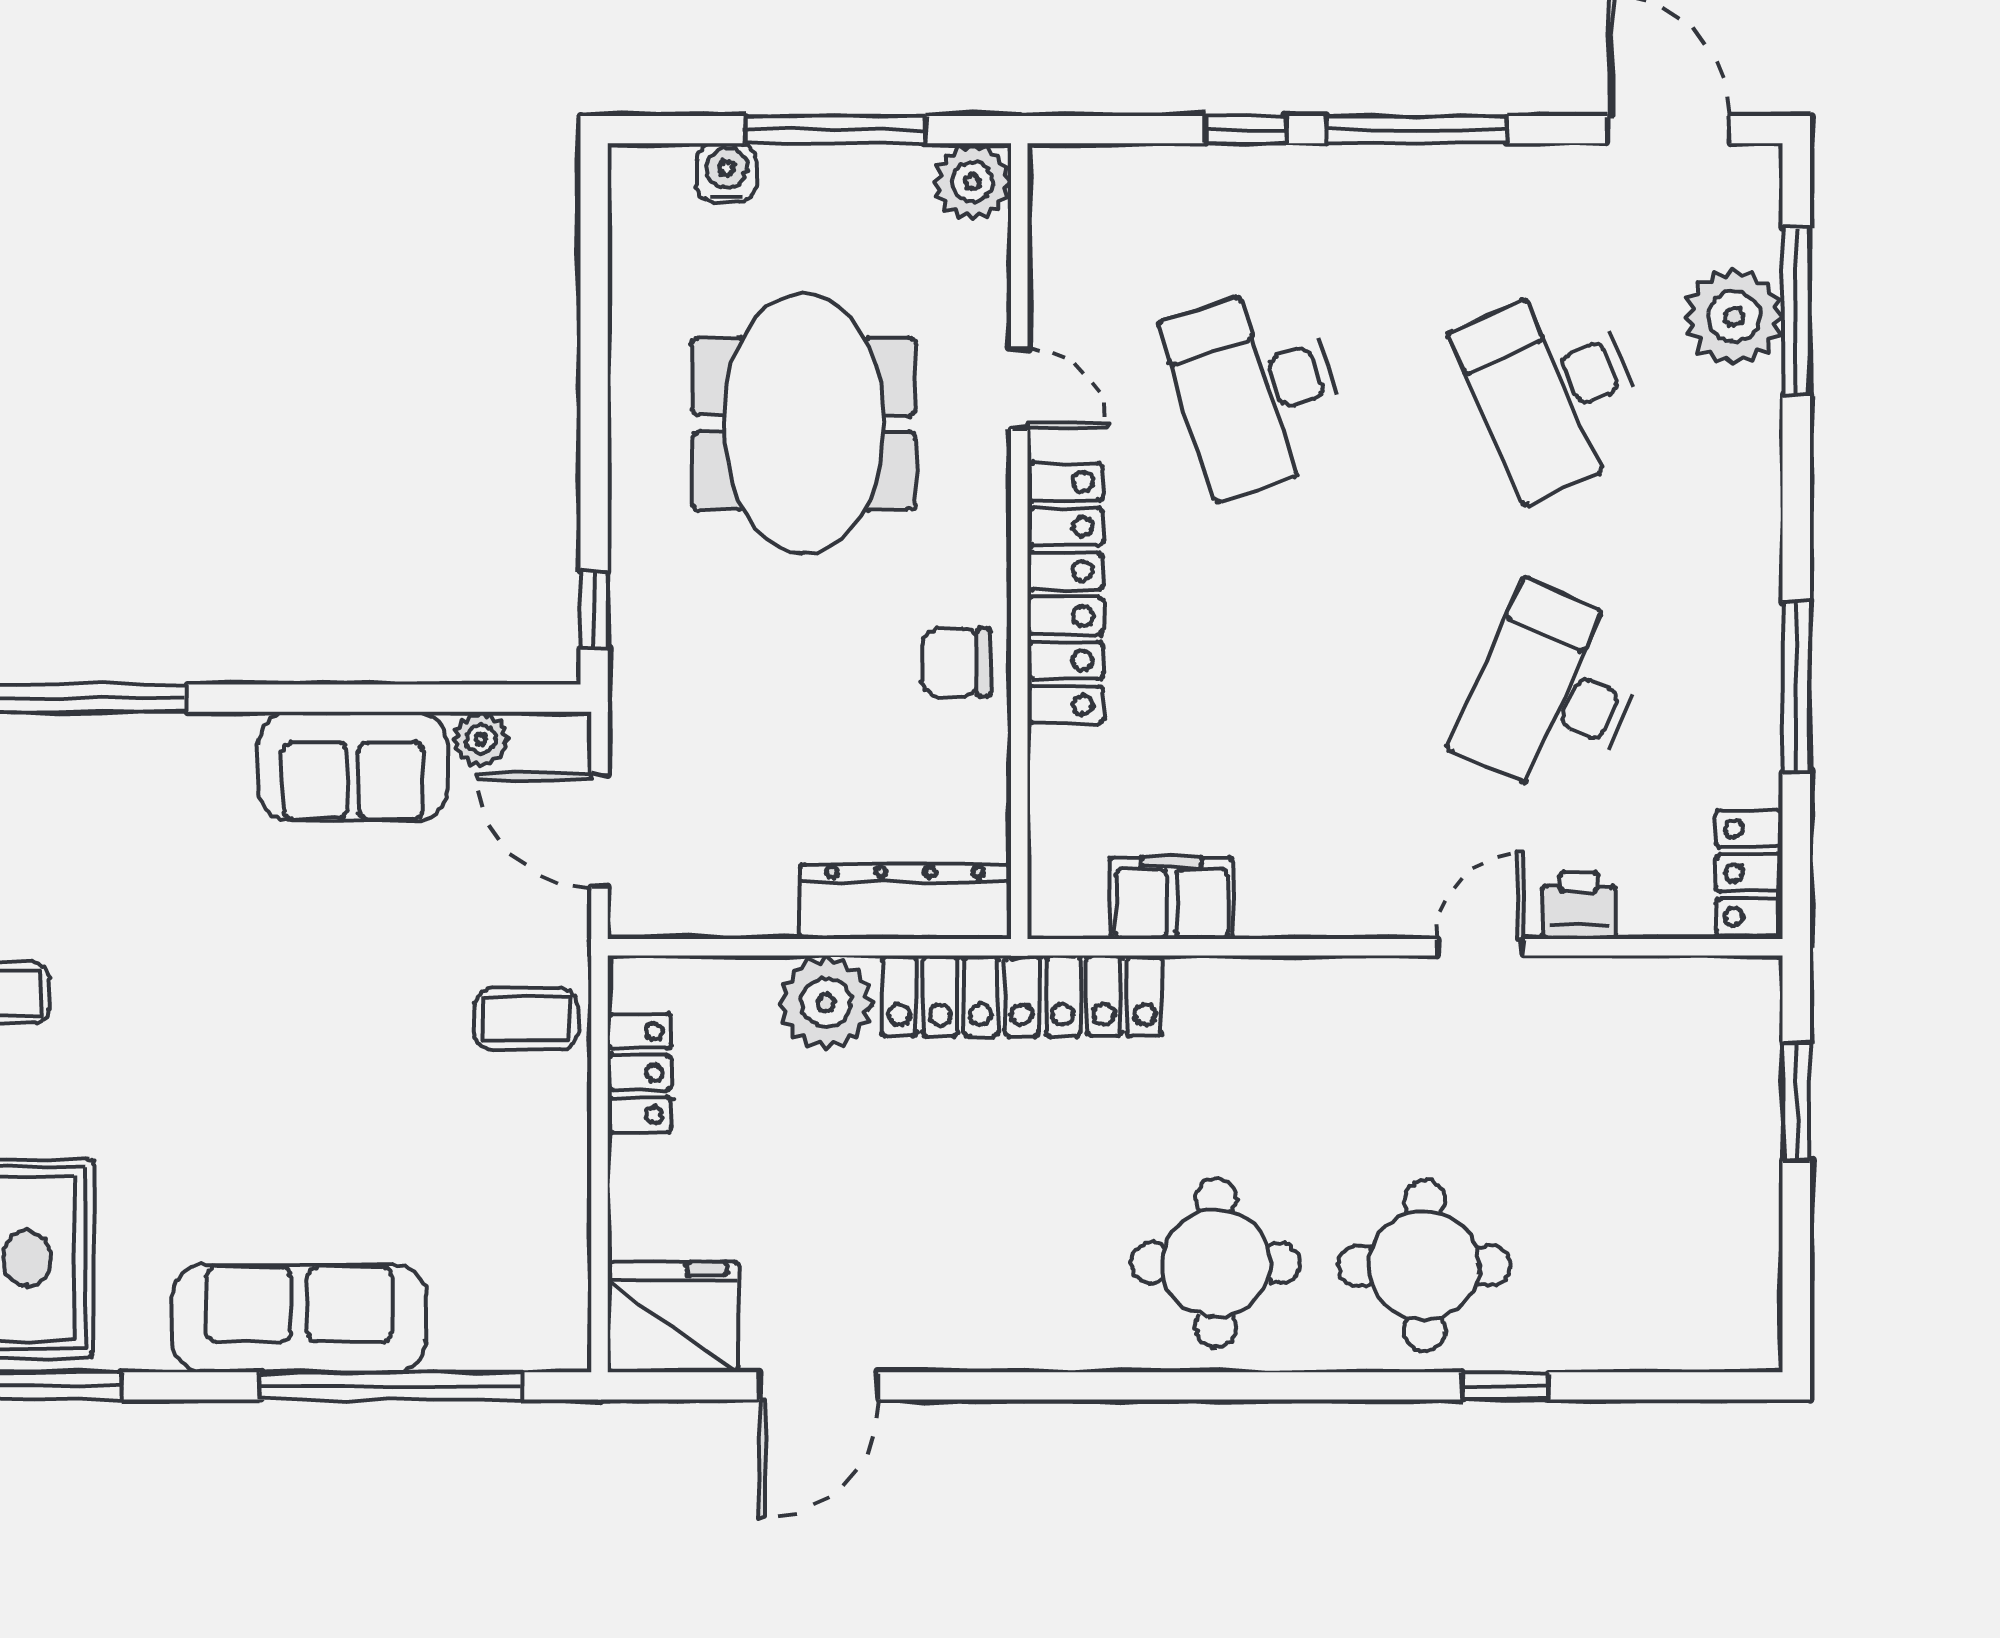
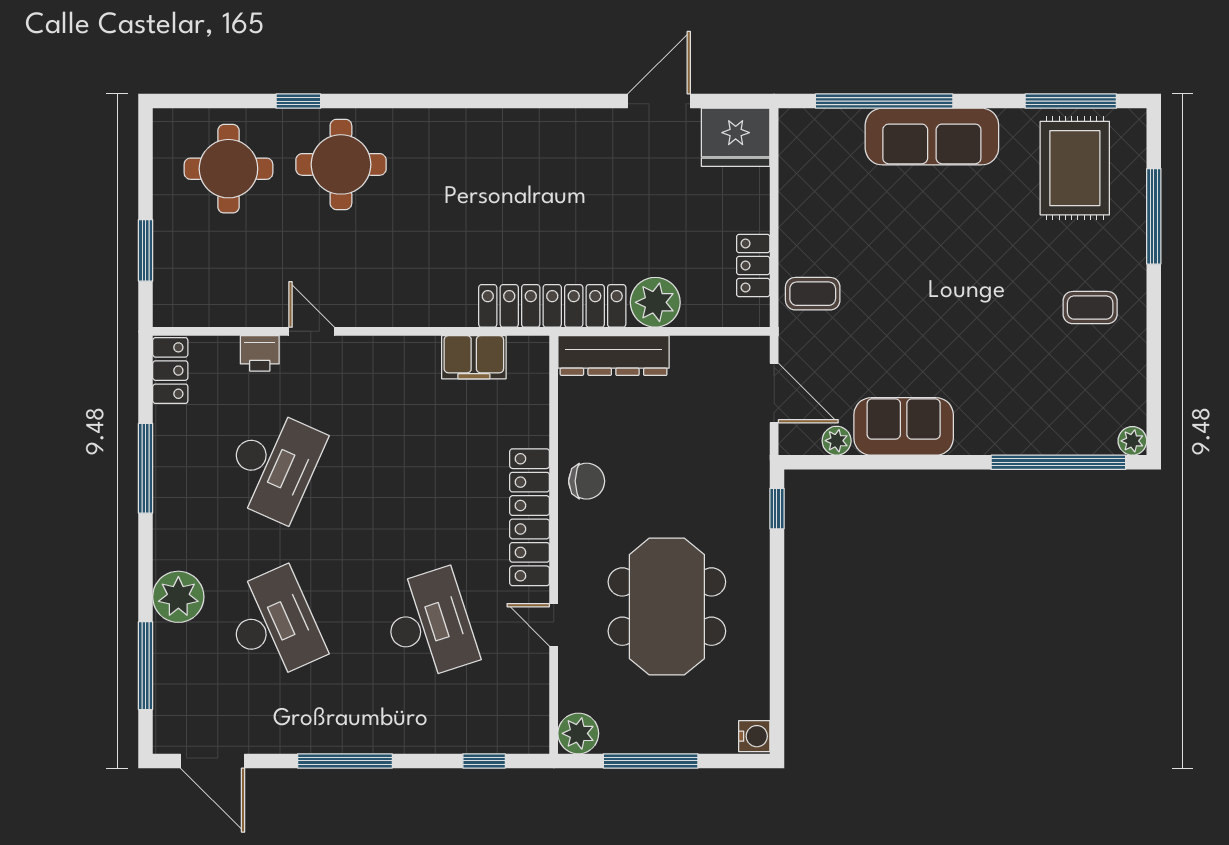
window: (1246, 130) -> (484, 761), moved
water cooler: (726, 173) -> (754, 736), moved, turned -90
plant: (1734, 317) -> (178, 597), moved
door: (1480, 947) -> (312, 331), swing flipped
round table: (1216, 1263) -> (228, 169), moved

